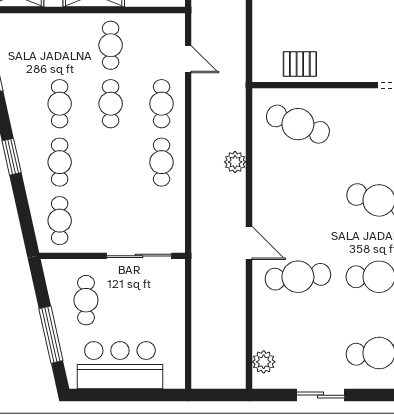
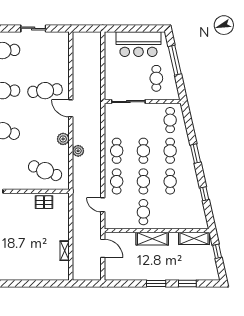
cafe table: (111, 162) -> (143, 151), added
plant: (264, 362) -> (63, 139), moved

